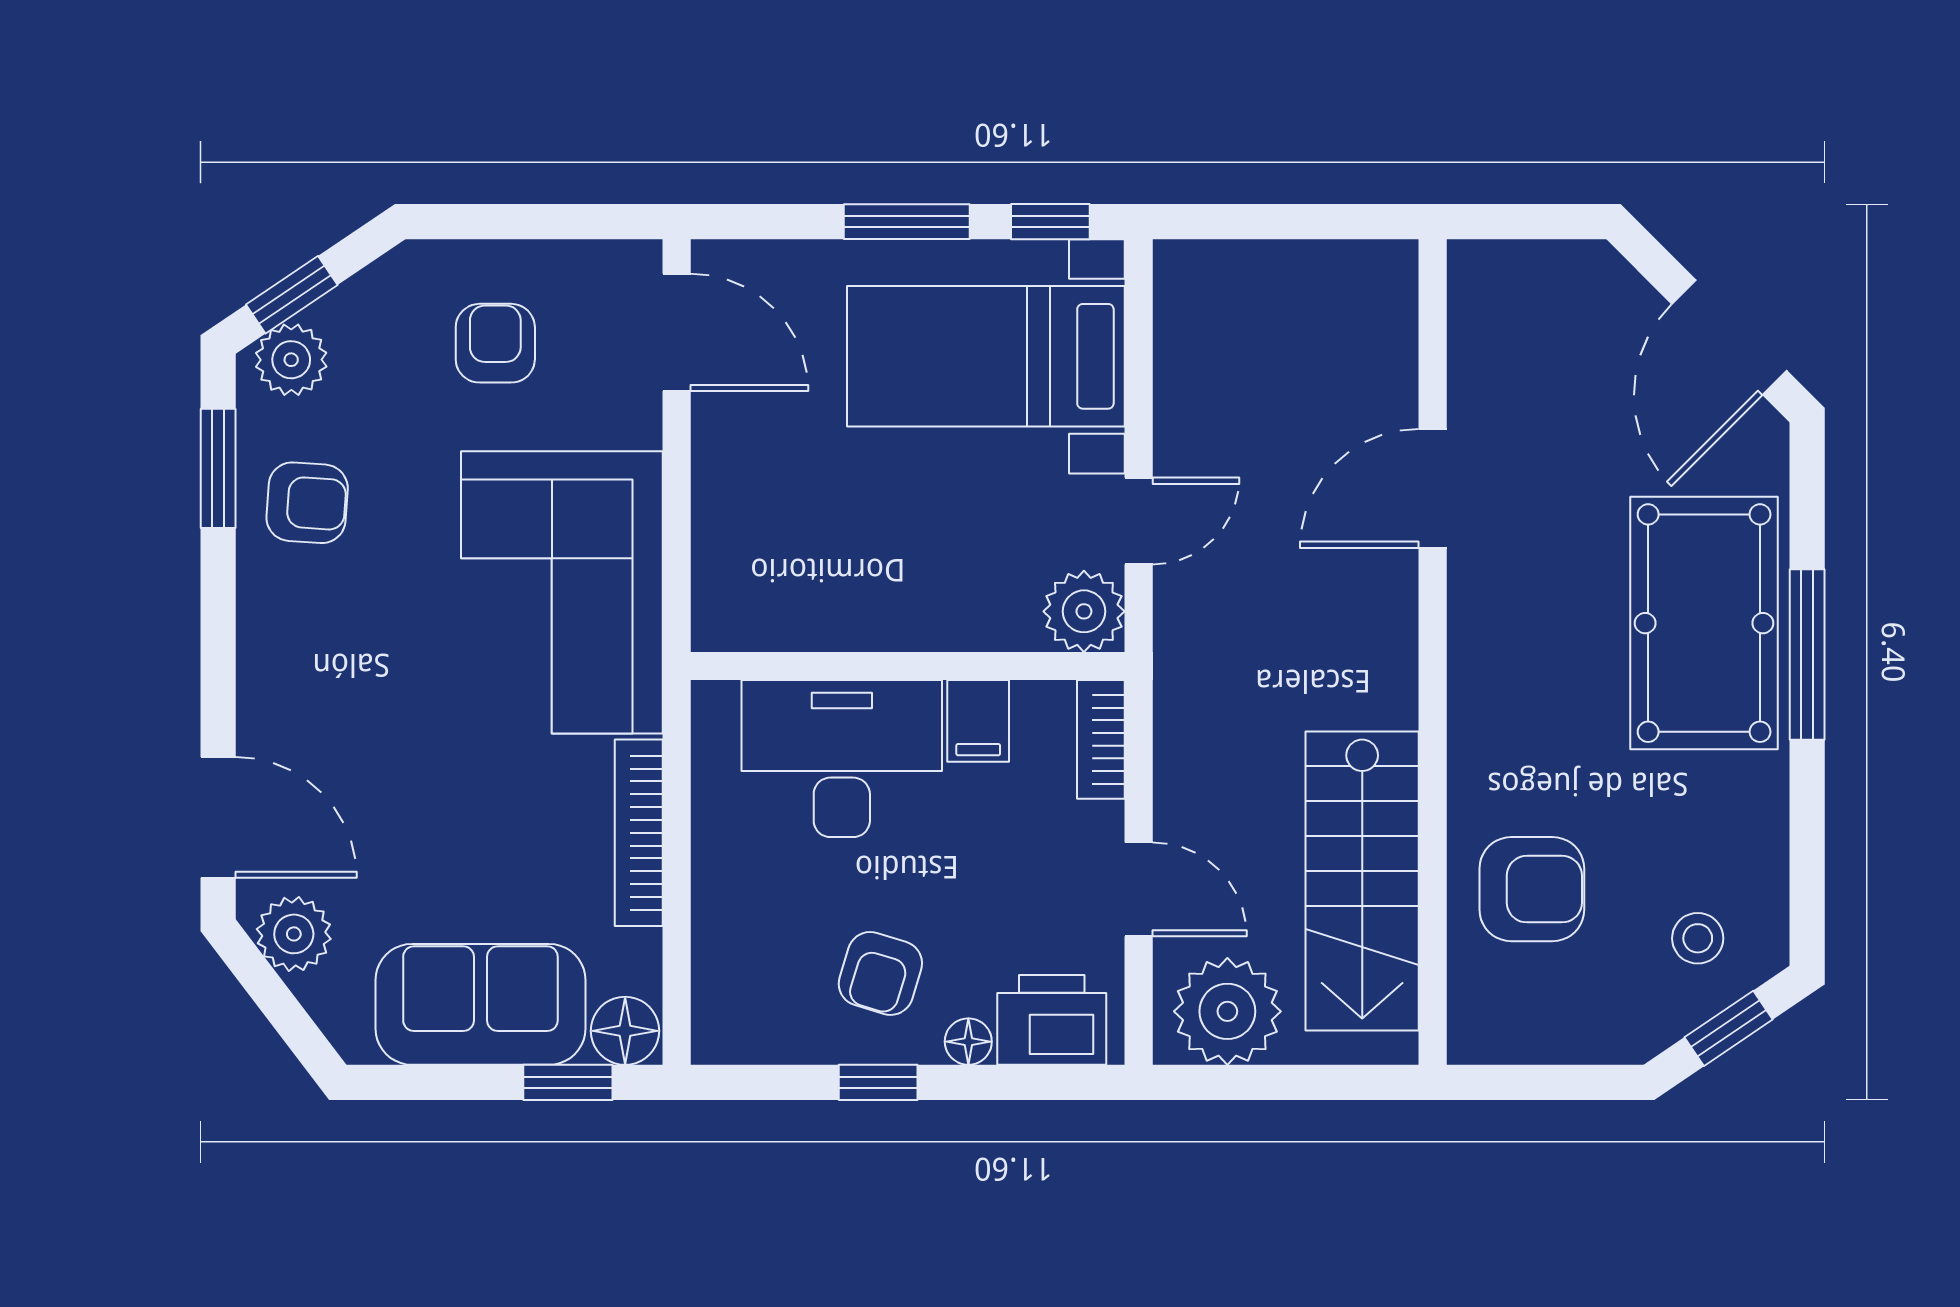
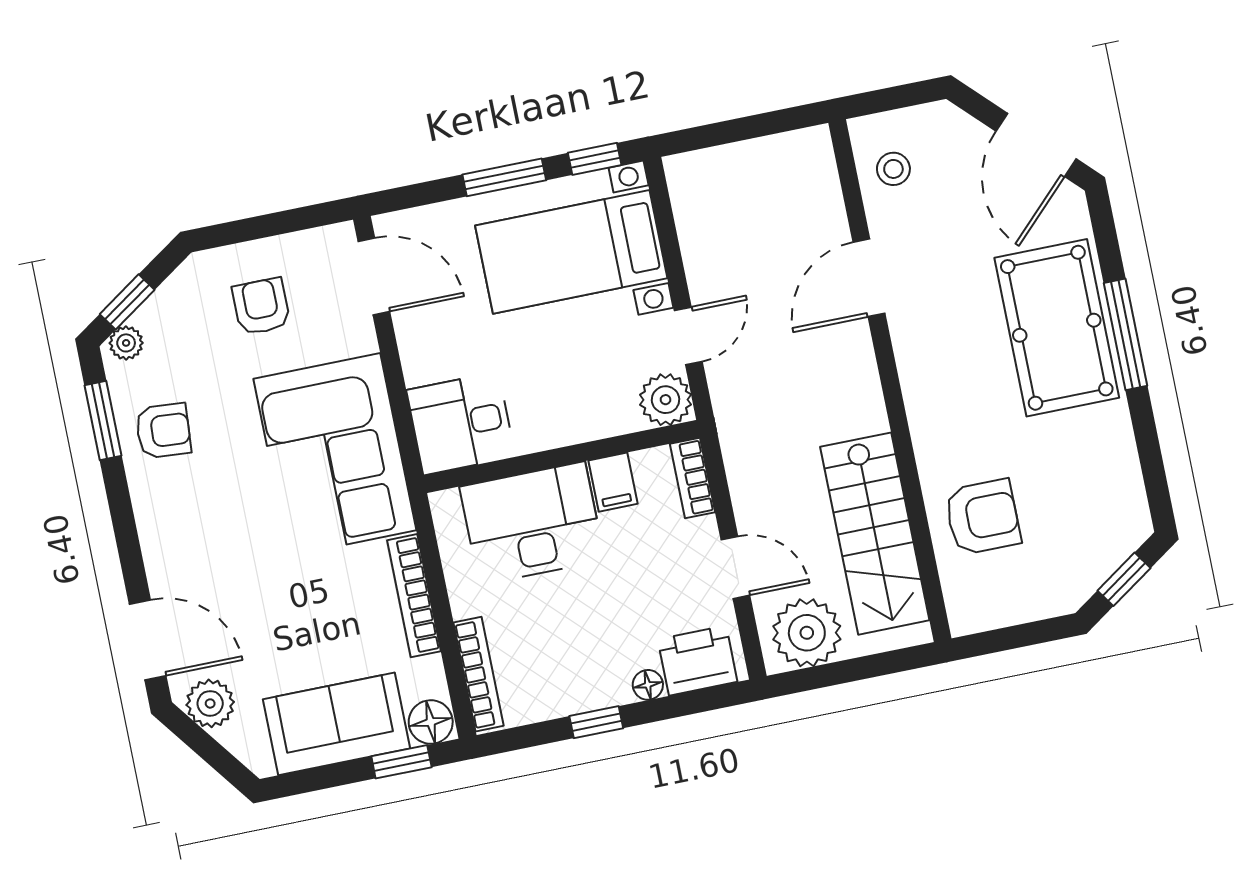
plant: (291, 360) -> (126, 343), width x0.73, depth x0.73
desk: (764, 584) -> (461, 423), added
stool: (1698, 938) -> (893, 169), moved
bookcase: (713, 973) -> (478, 674), added
armchair: (880, 973) -> (584, 653), removed

